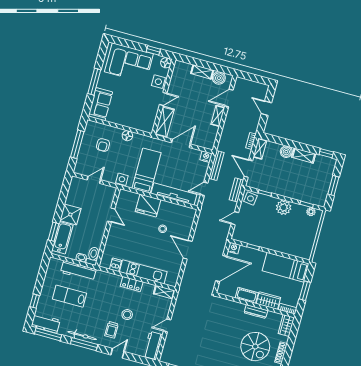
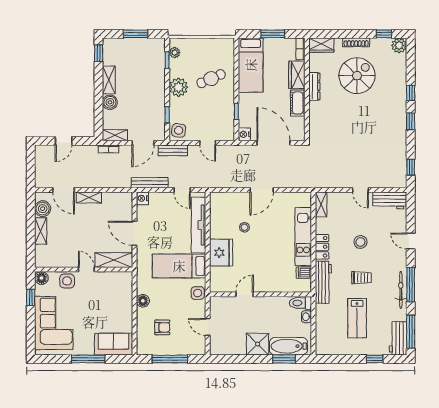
cafe table: (283, 234) -> (211, 79), added
workbench: (78, 271) -> (323, 282), moved
trolley: (112, 330) -> (361, 278), moved

